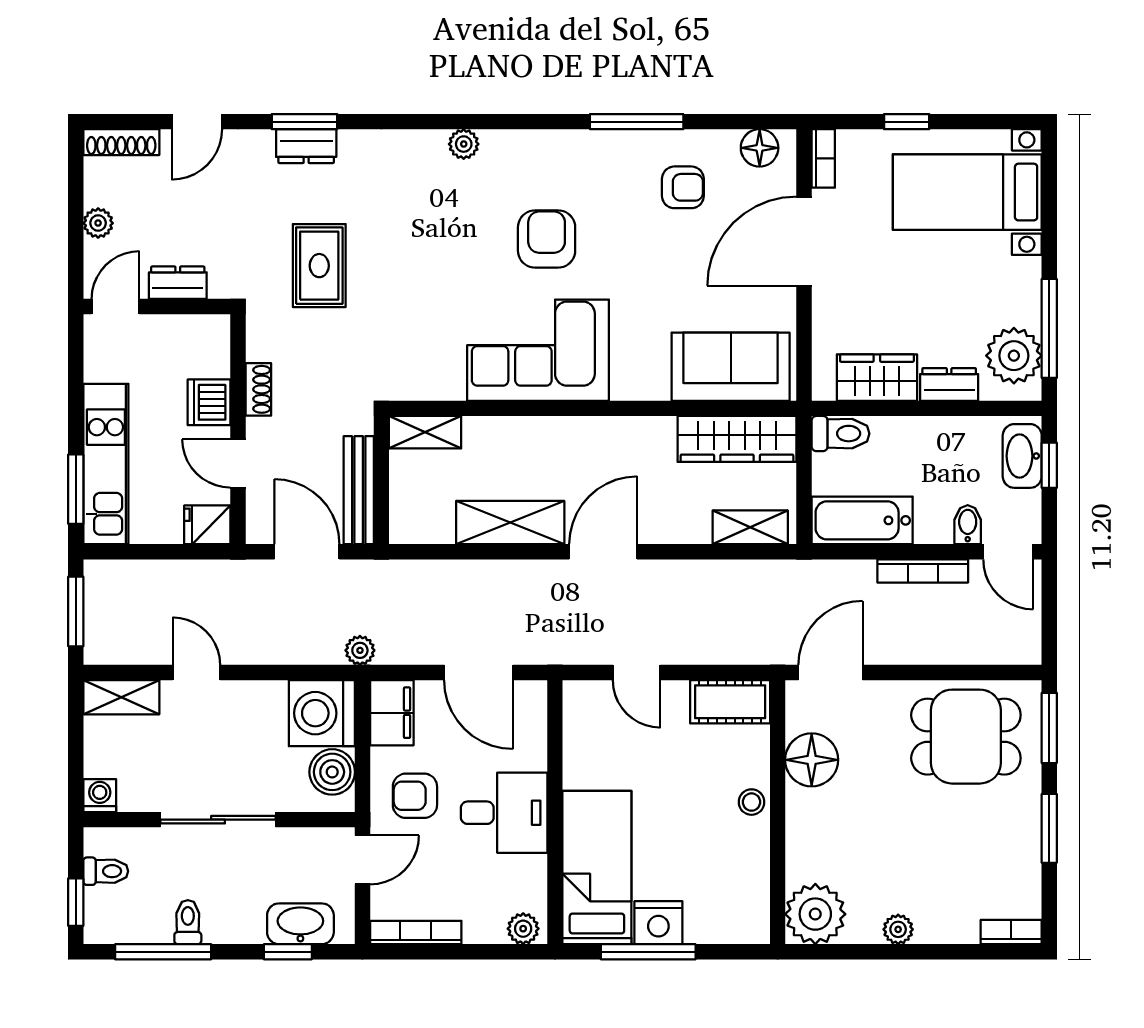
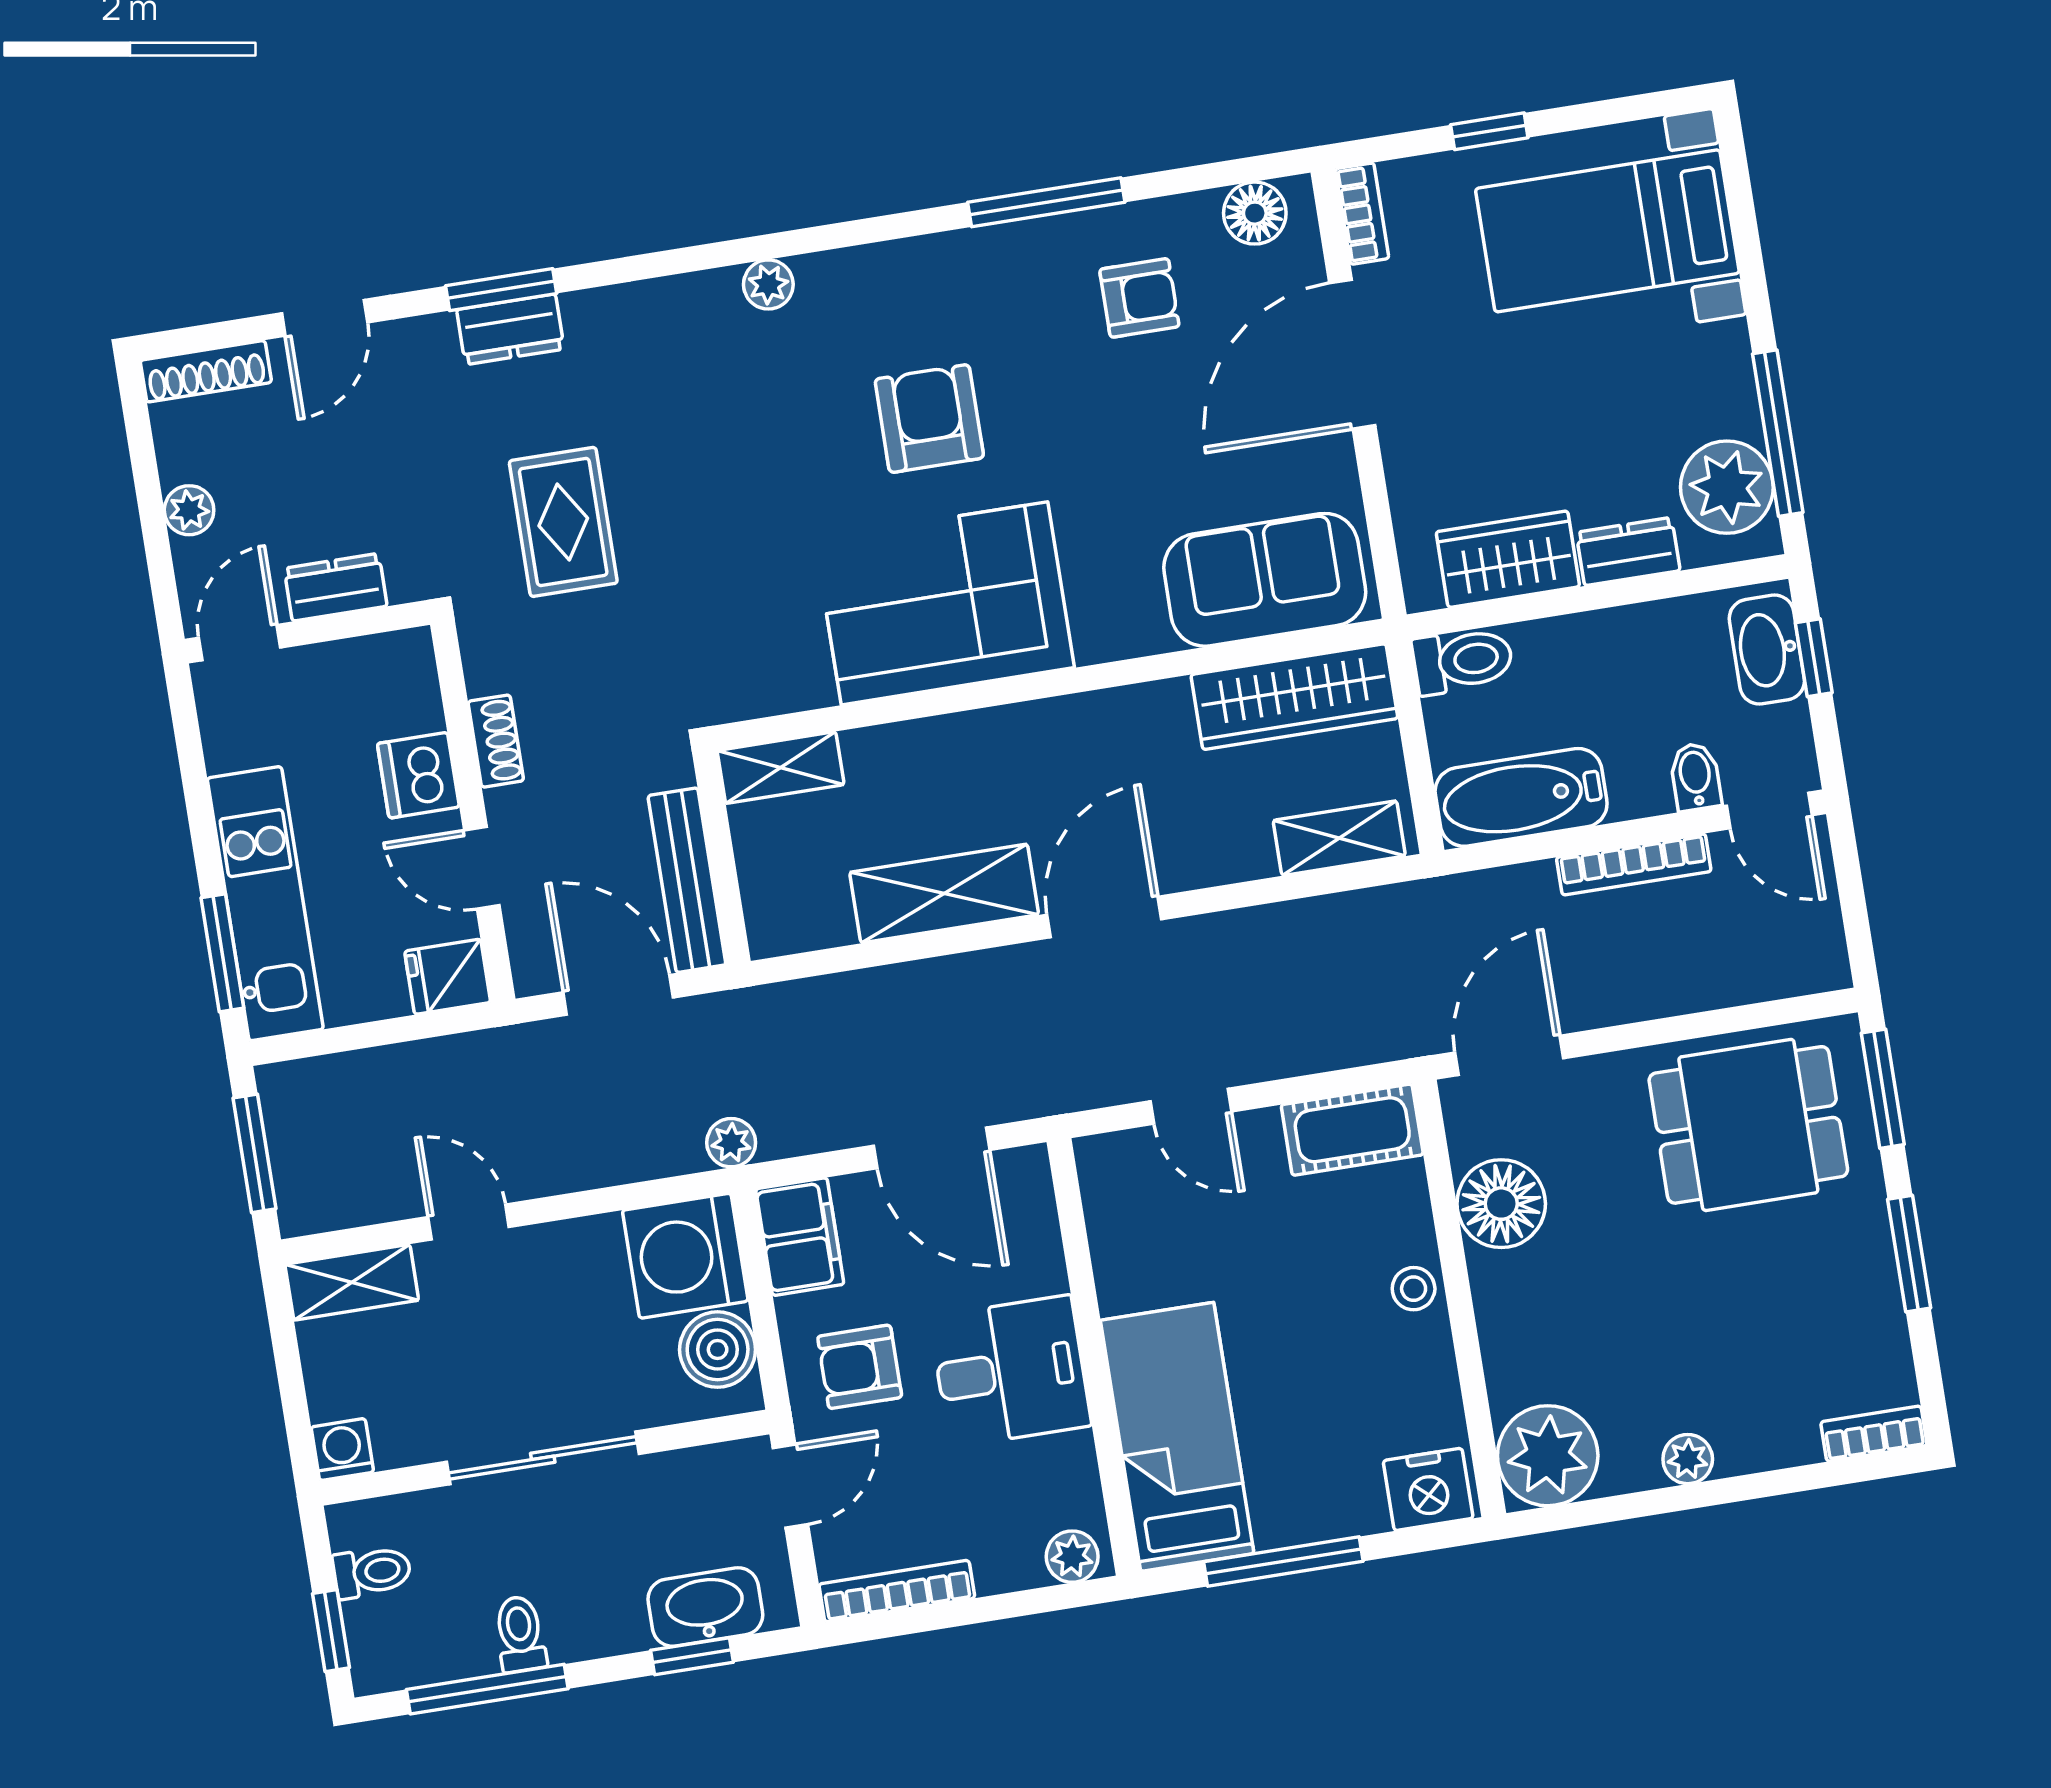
nightstand: (658, 923) -> (1428, 1489), moved

